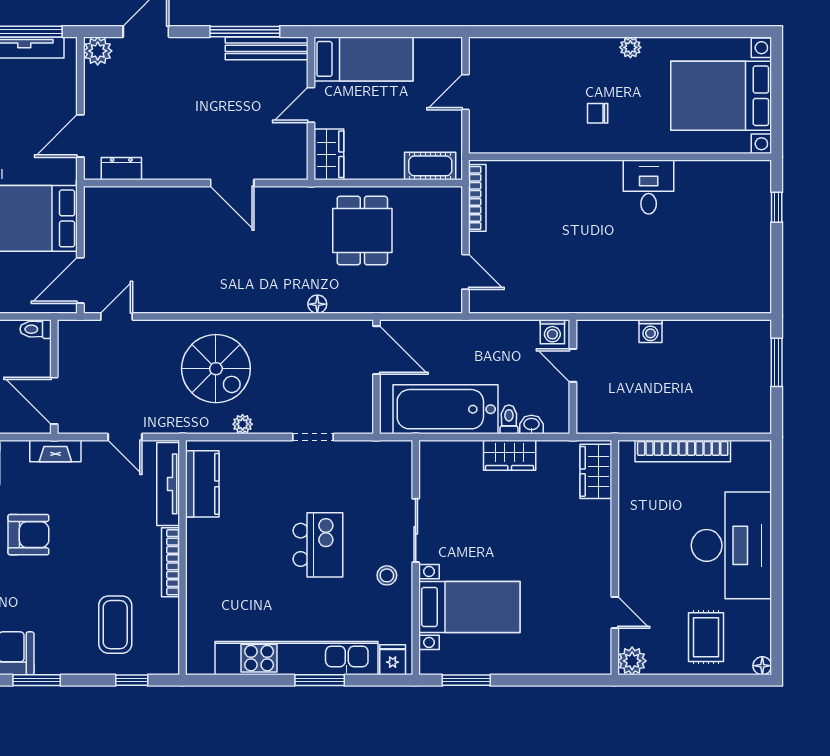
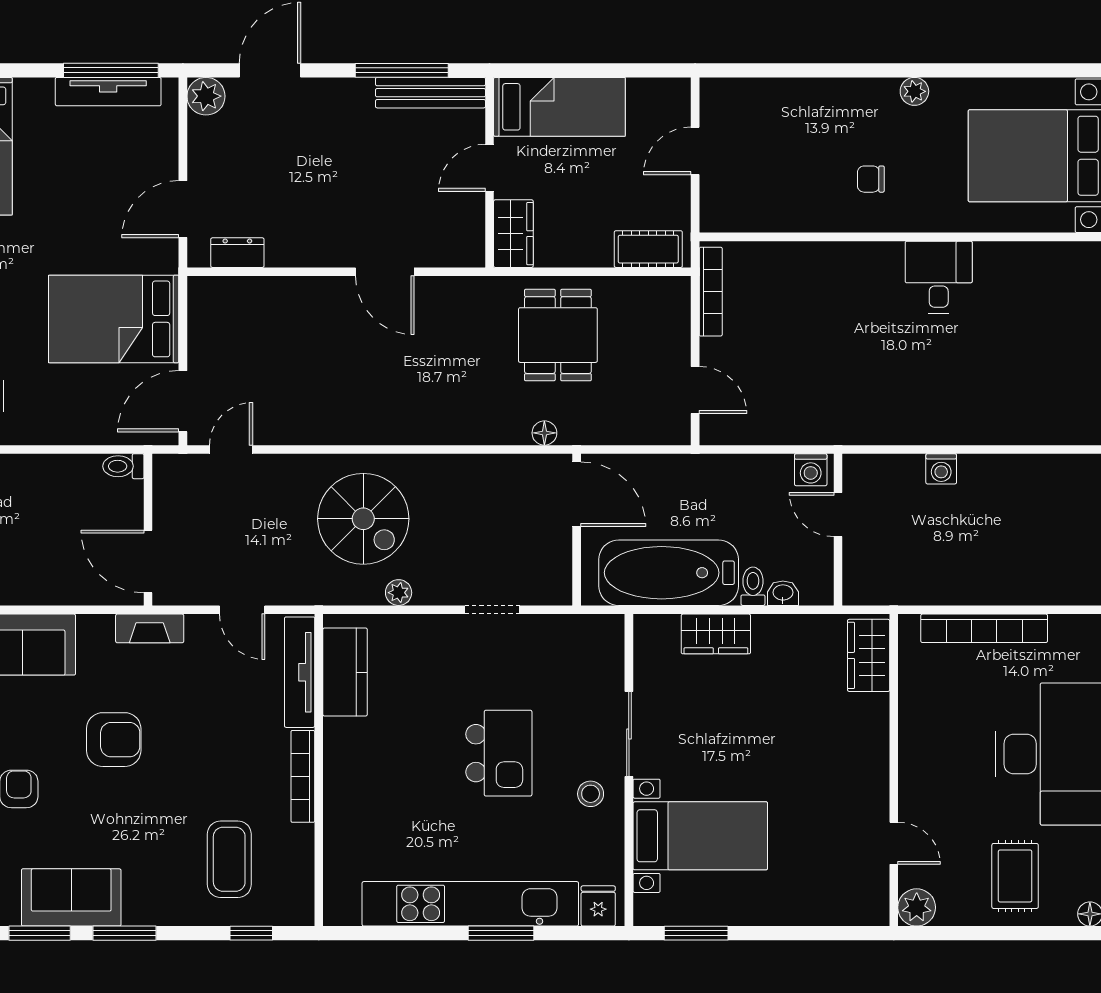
floor lamp: (317, 304) -> (544, 433), moved
wardrobe: (510, 455) -> (716, 634), moved

